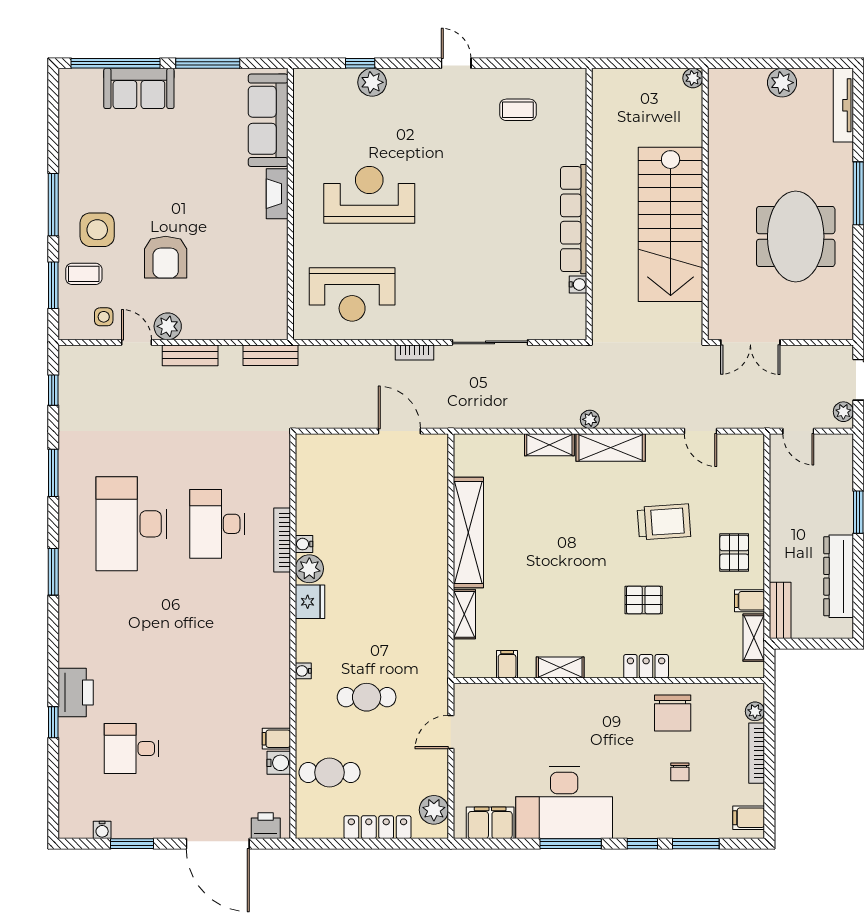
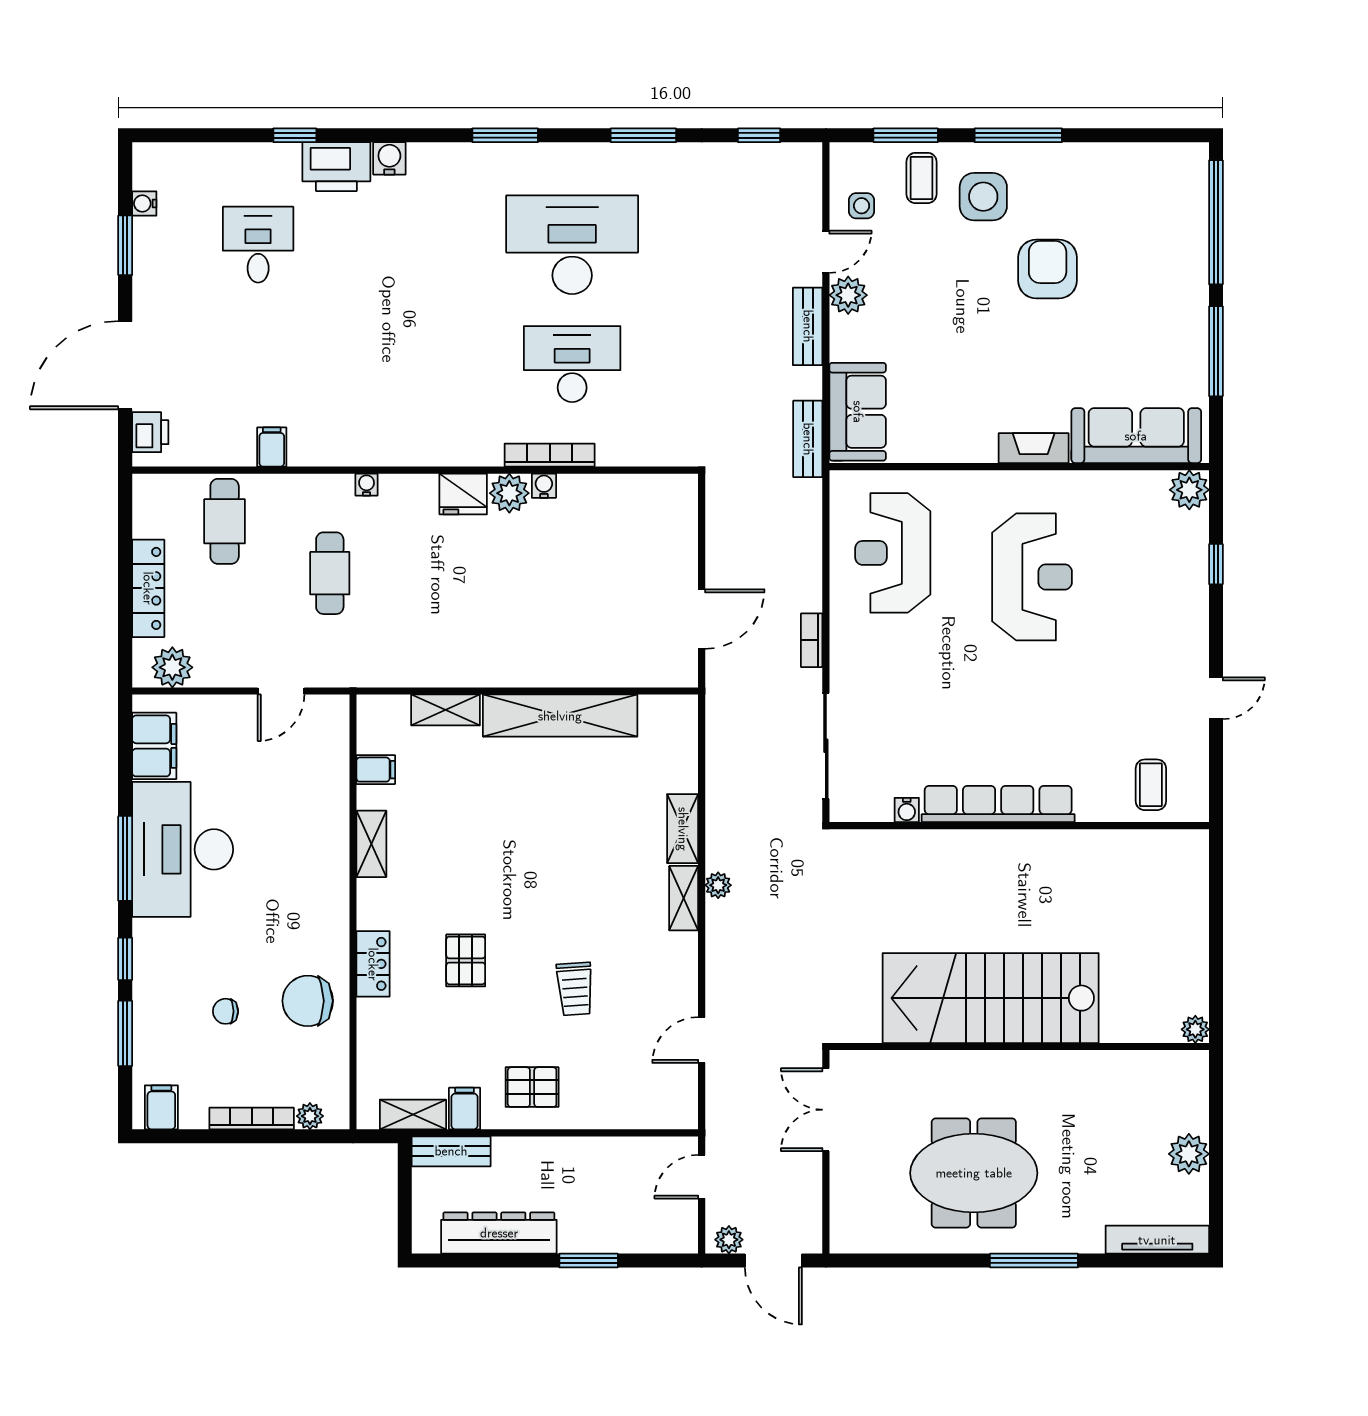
plant: (372, 82) -> (1189, 490), moved
sofa: (139, 88) -> (858, 412), moved, turned 180
wall: (589, 204) -> (1019, 826), moved
row of seats: (574, 219) -> (998, 804), moved
armchair: (166, 257) -> (1048, 269), moved, turned 90
water cooler: (578, 284) -> (907, 810), moved
shelving: (611, 447) -> (684, 898), width x0.67, depth x0.75
trolley: (664, 522) -> (575, 989), width x0.73, depth x0.72
door: (451, 732) -> (281, 691), swing flipped
water cooler: (279, 763) -> (389, 158), moved, turned 180

